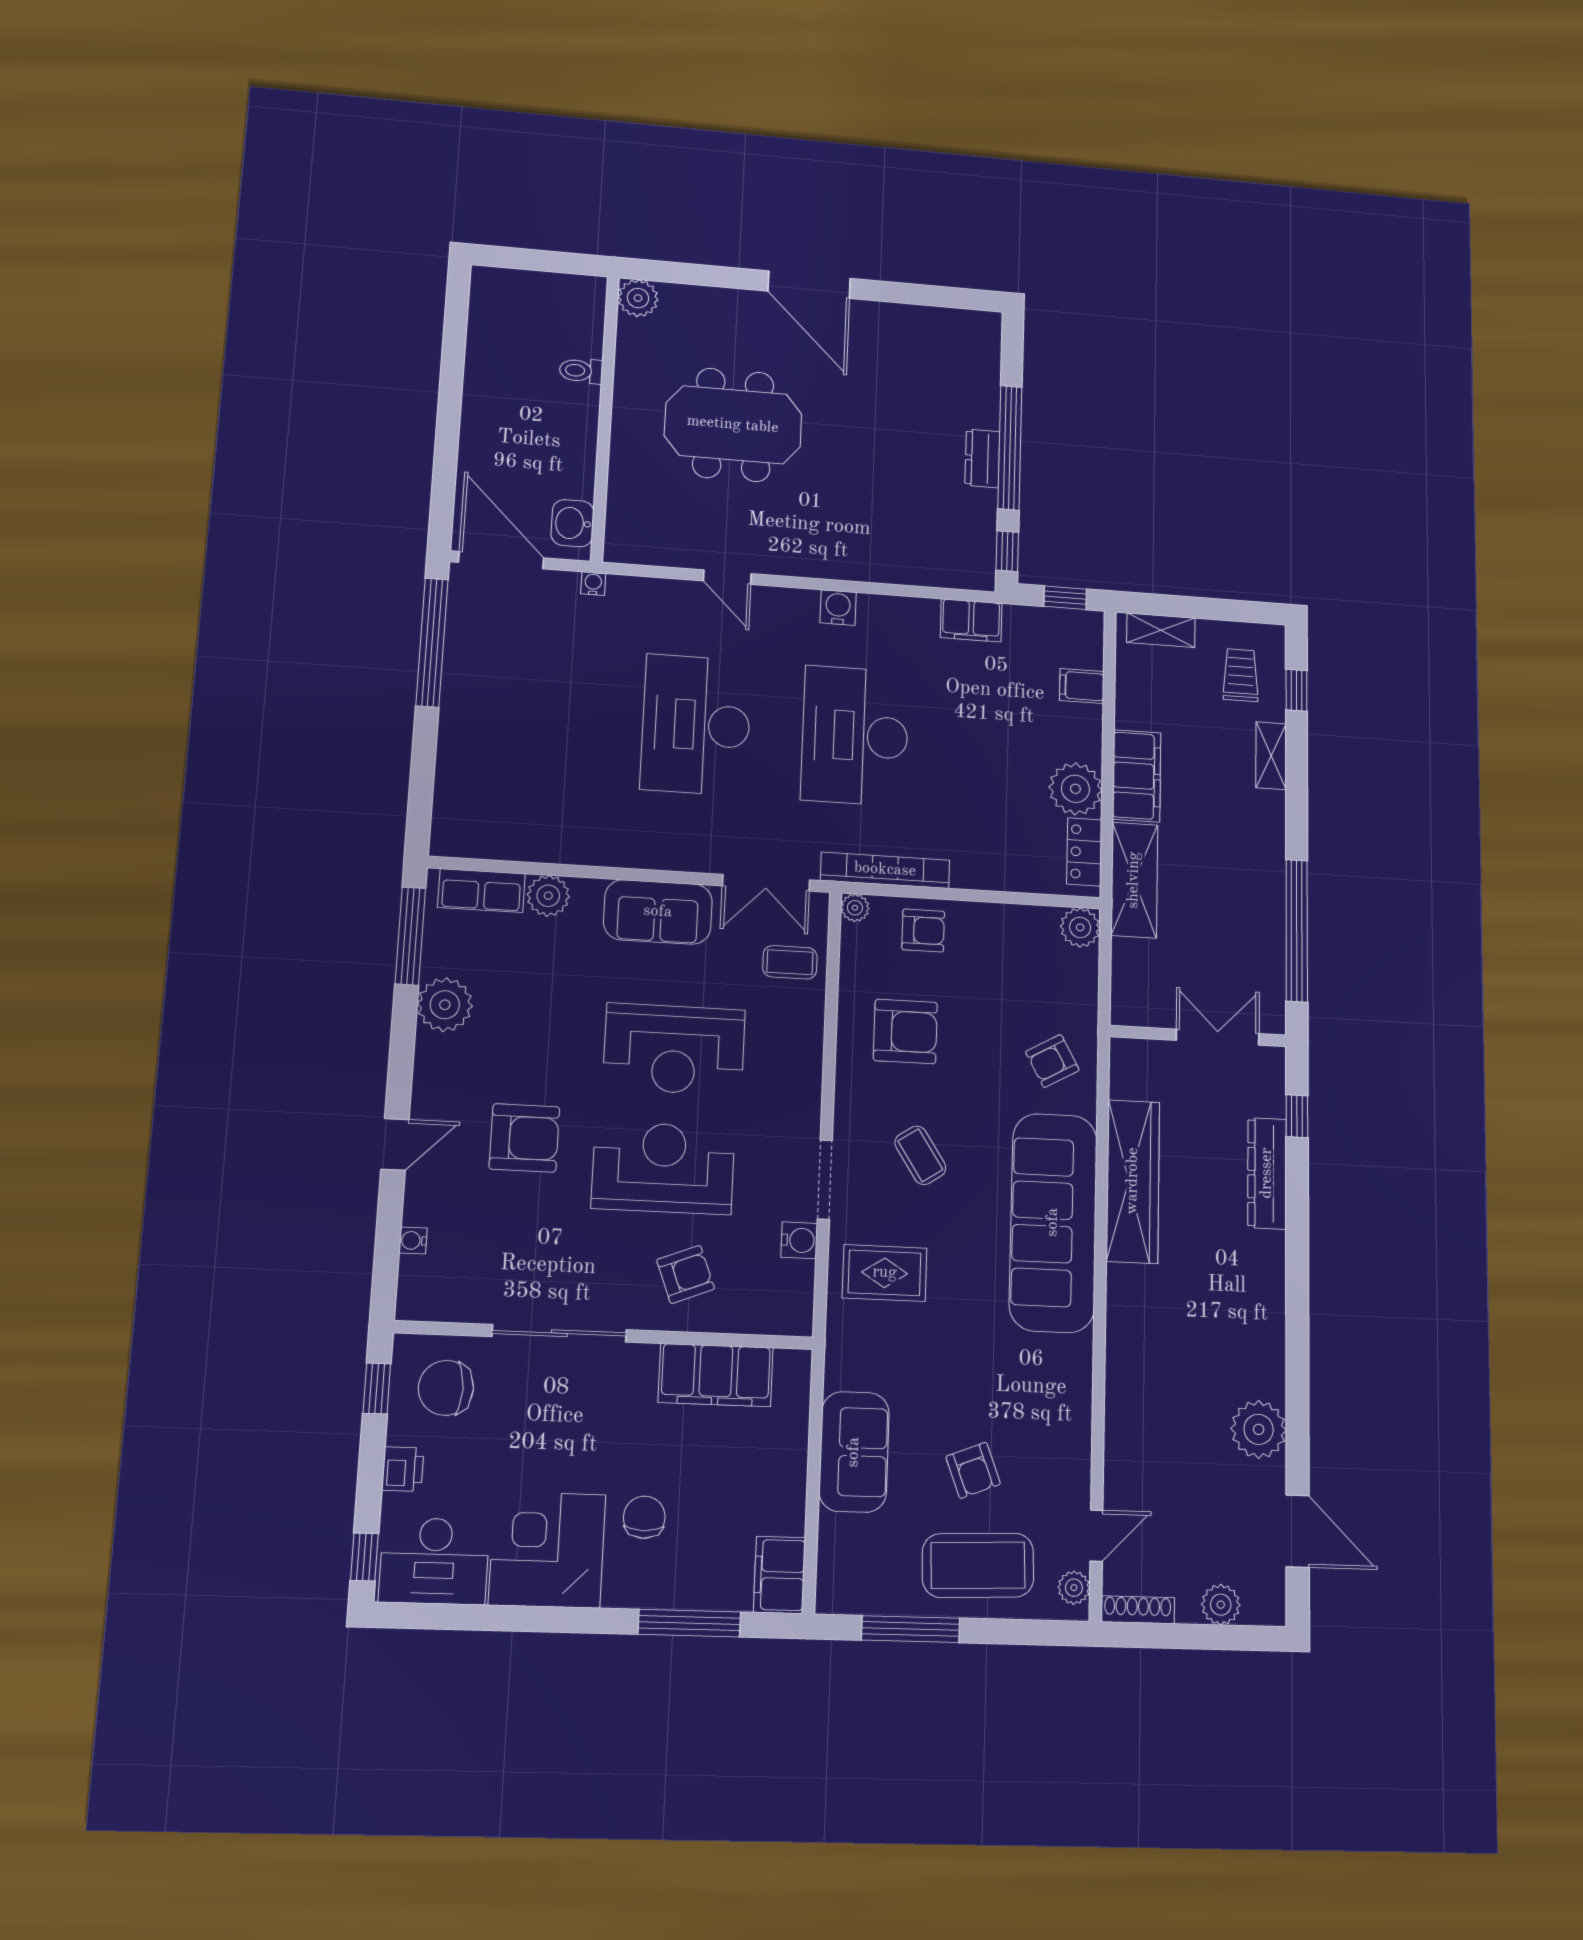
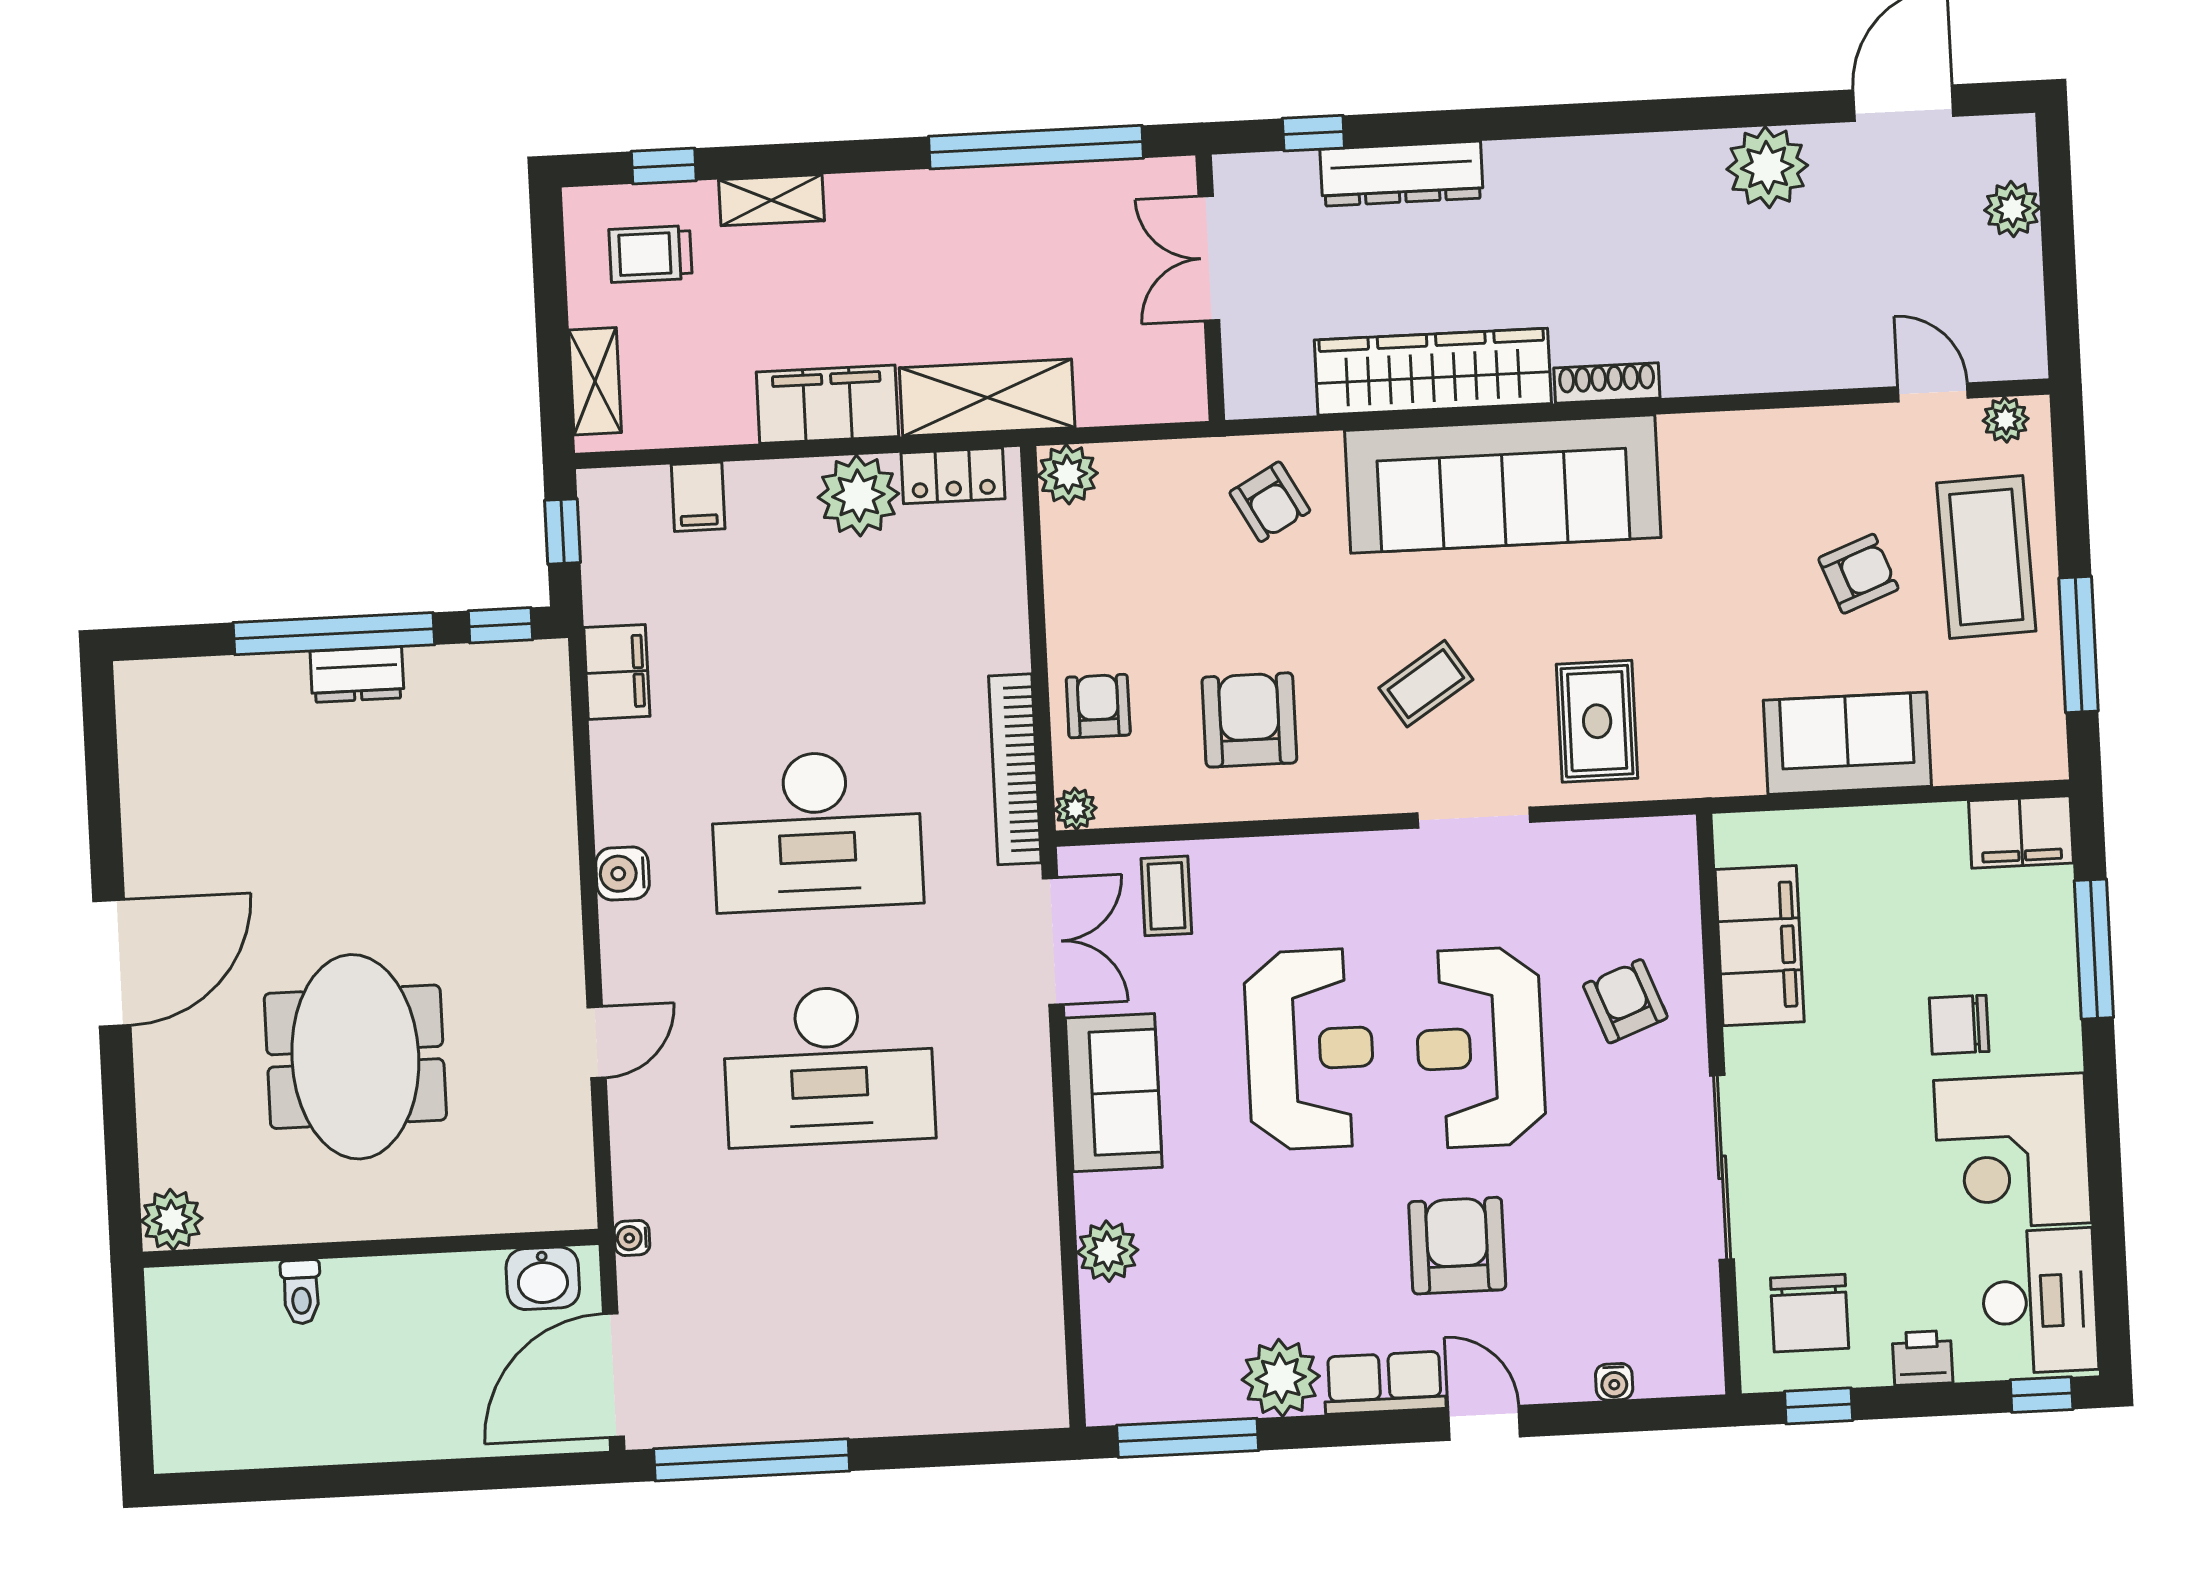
row of seats: (481, 891) -> (1385, 1383), moved, turned -90
water cooler: (799, 1240) -> (1563, 846), removed
shoe rack: (1138, 1610) -> (1607, 383), moved, turned 90

